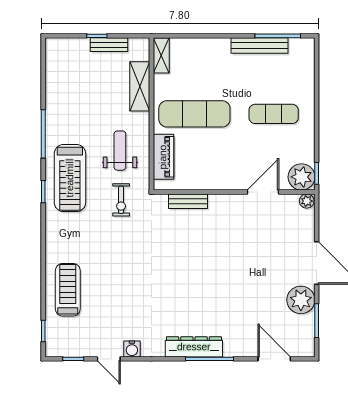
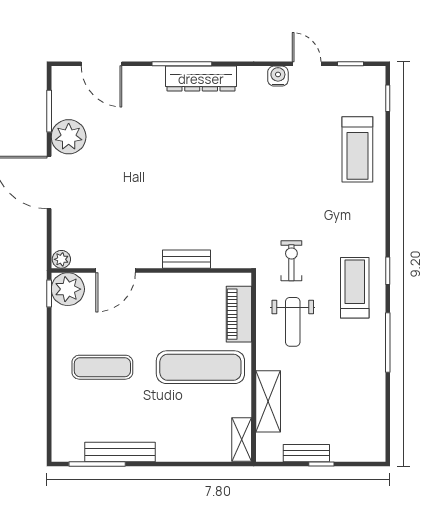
treadmill: (70, 178) -> (355, 288), width x0.73, depth x0.73
bench: (188, 201) -> (187, 259), moved

